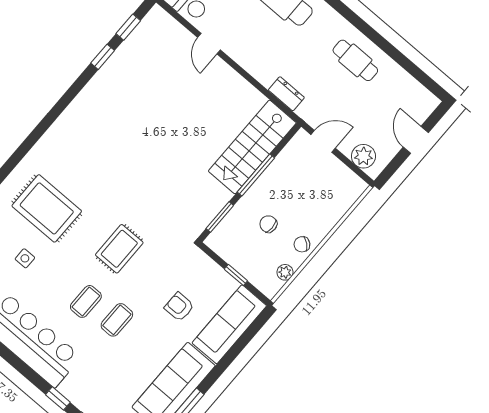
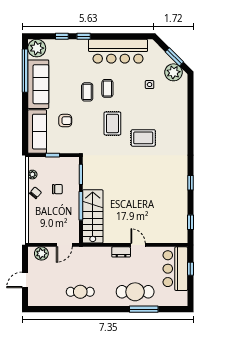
door: (209, 44) -> (138, 245), moved
window: (103, 57) -> (190, 183), moved
dresser: (286, 94) -> (121, 252), moved
door: (416, 140) -> (25, 280), swing flipped
rug: (47, 208) -> (143, 138), moved, width x0.73, depth x0.70

